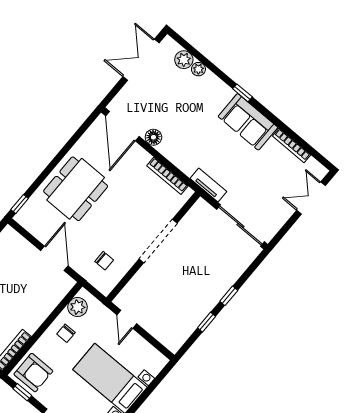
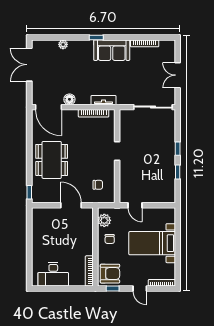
plant: (184, 60) -> (51, 46), removed
tv unit: (208, 185) -> (103, 100), moved
double door: (311, 198) -> (178, 75), moved
doorway: (158, 241) -> (117, 151), width x0.53

